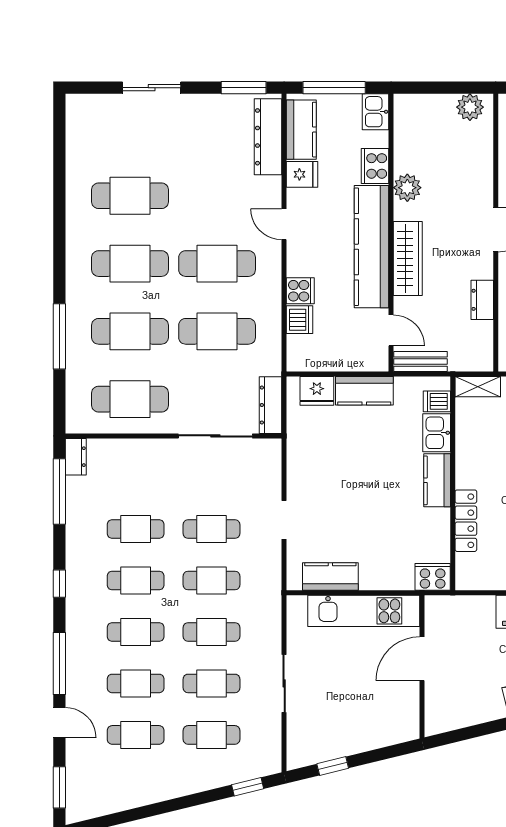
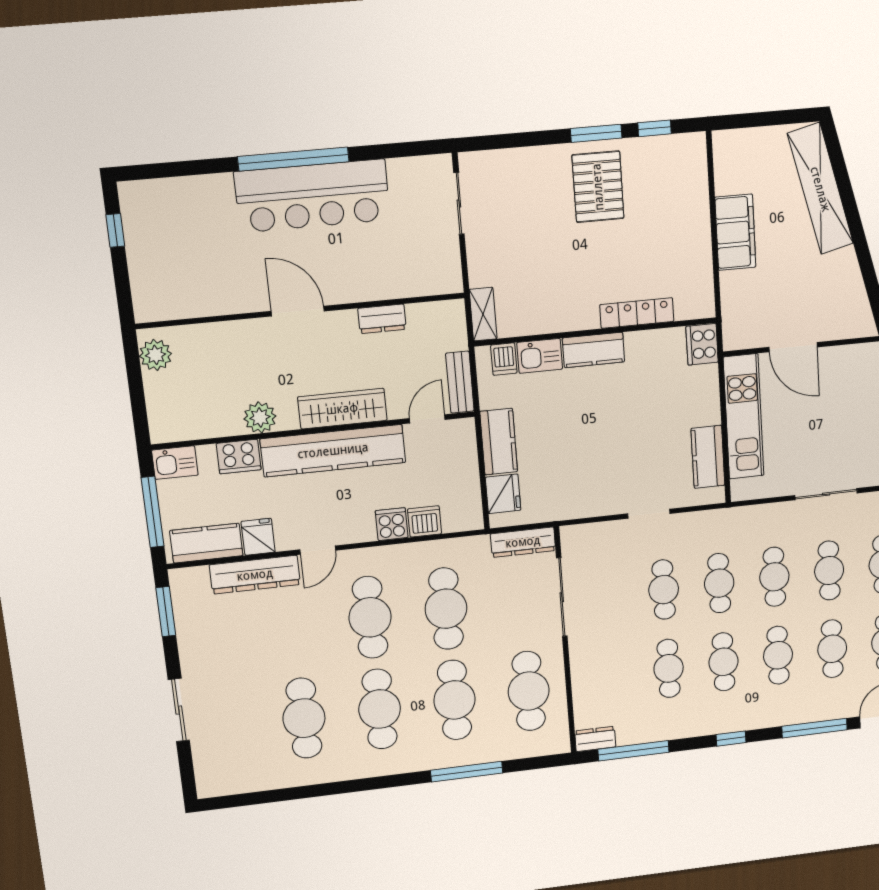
dresser: (268, 137) -> (255, 575), moved

